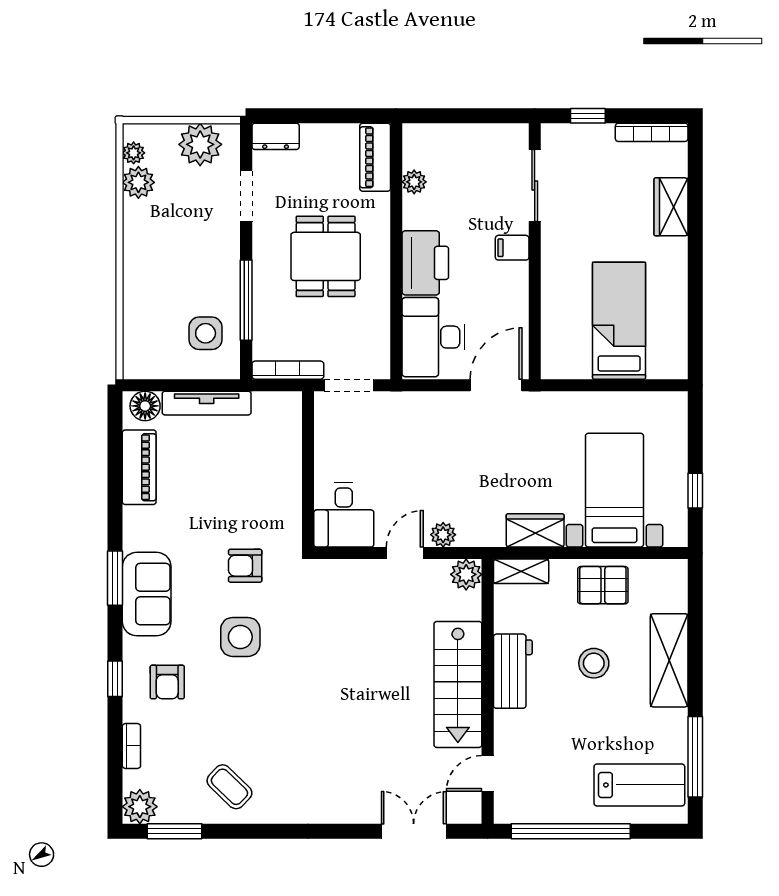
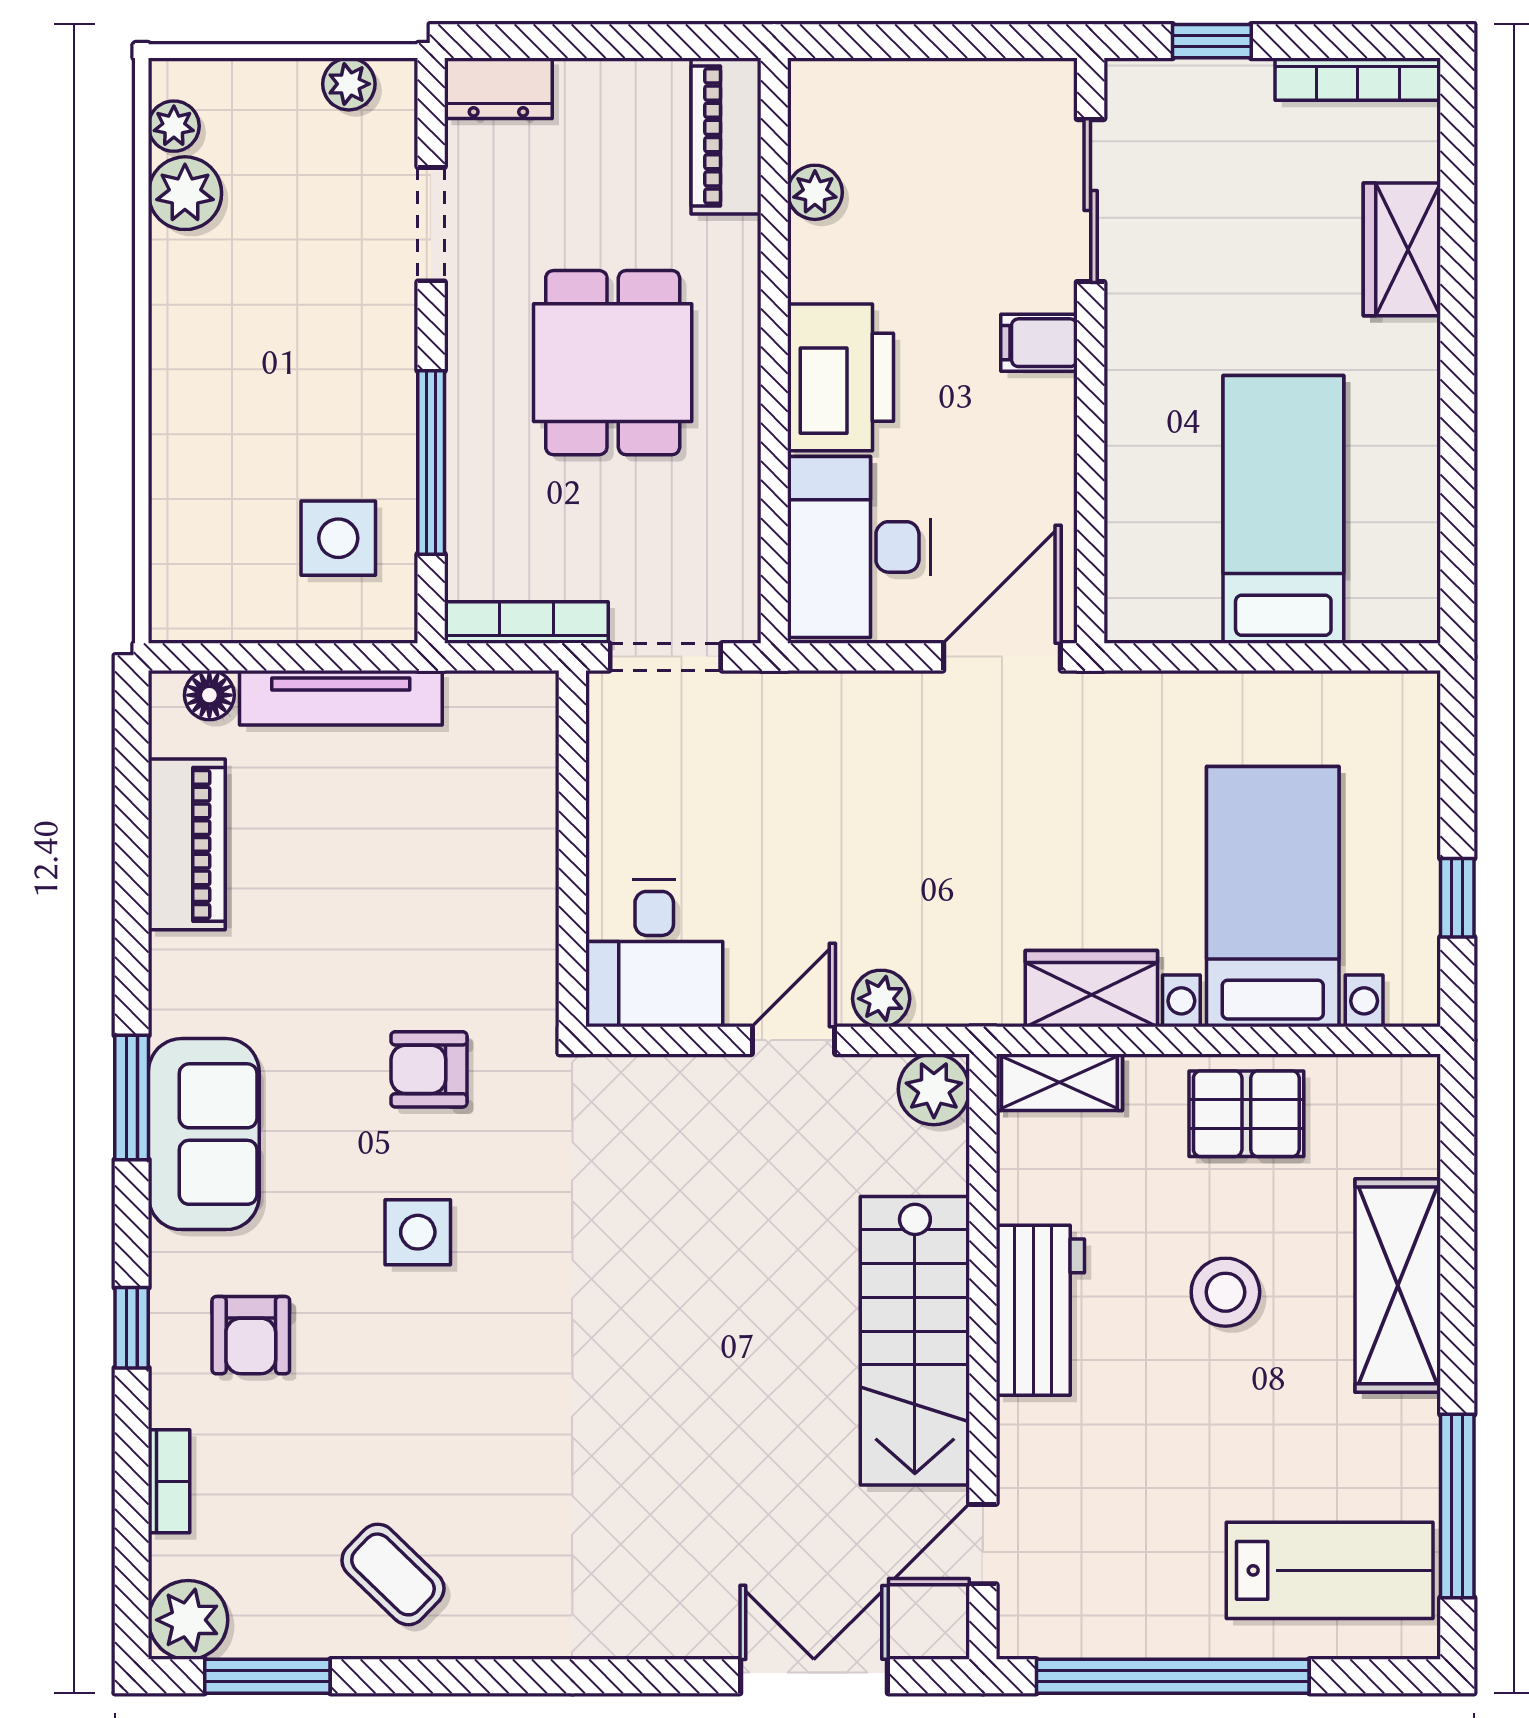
plant: (200, 144) -> (349, 84), width x0.53, depth x0.53
floor lamp: (145, 406) -> (209, 695), width x0.73, depth x0.73
side table: (240, 637) -> (418, 1232), width x0.73, depth x0.73

